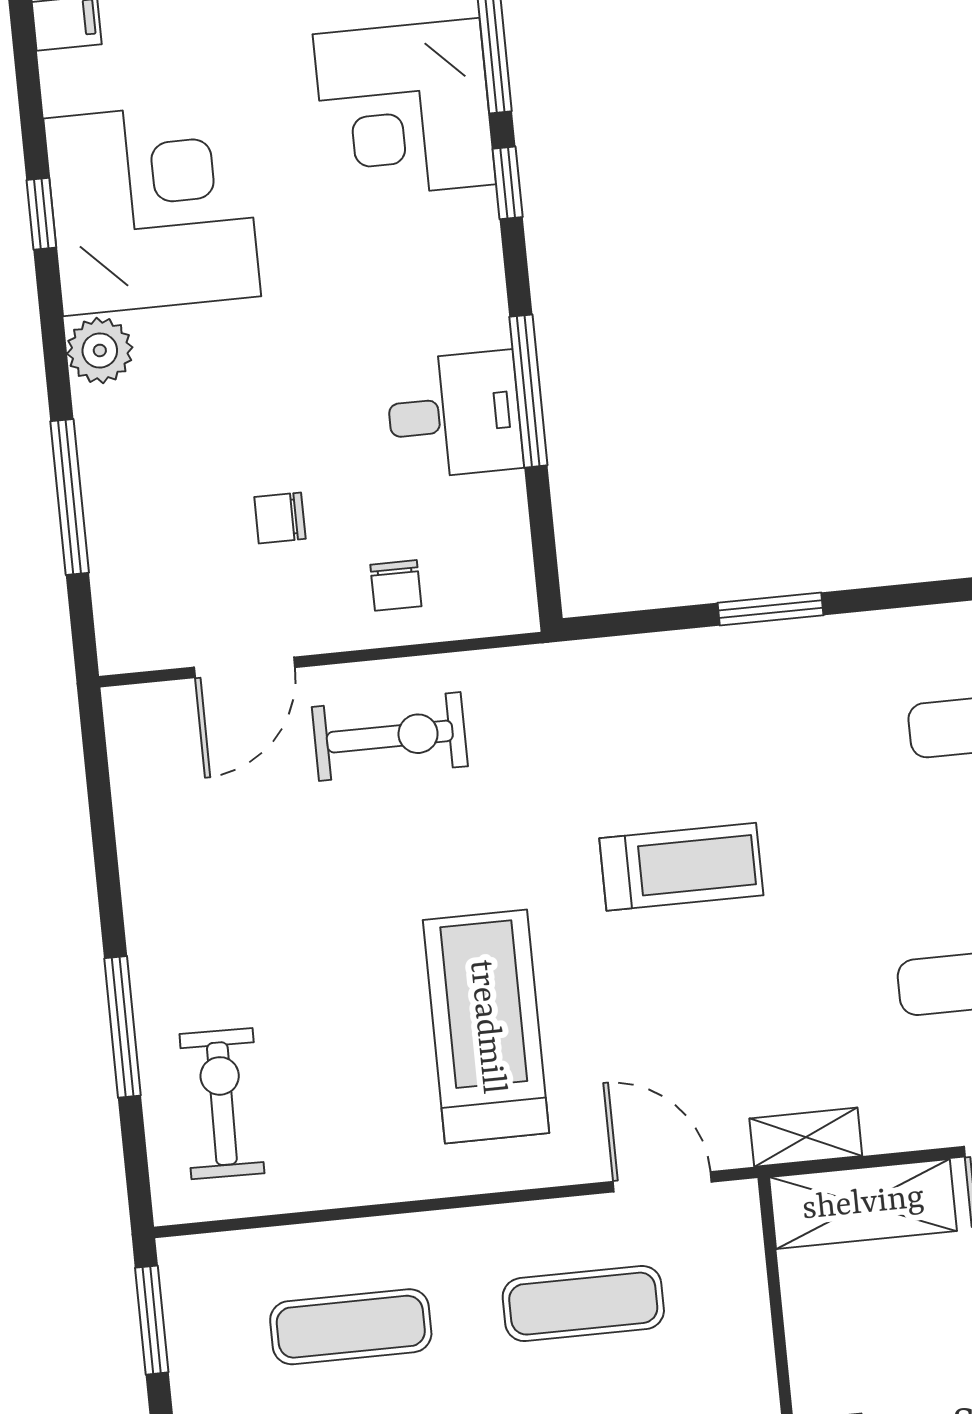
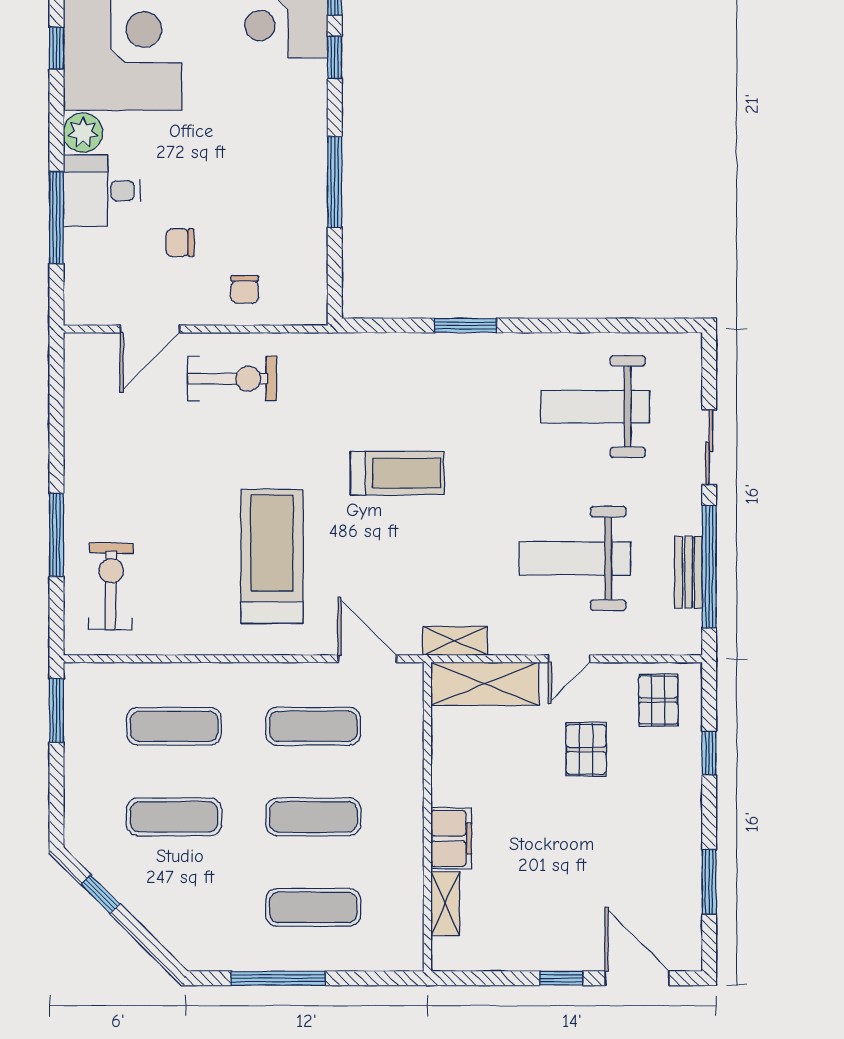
desk: (454, 415) -> (102, 191), moved, turned 180

